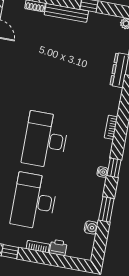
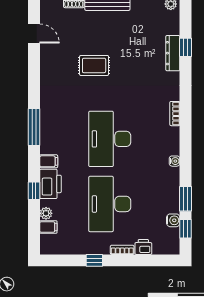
rug: (43, 68) -> (94, 65), added
window: (114, 168) -> (186, 229), moved

